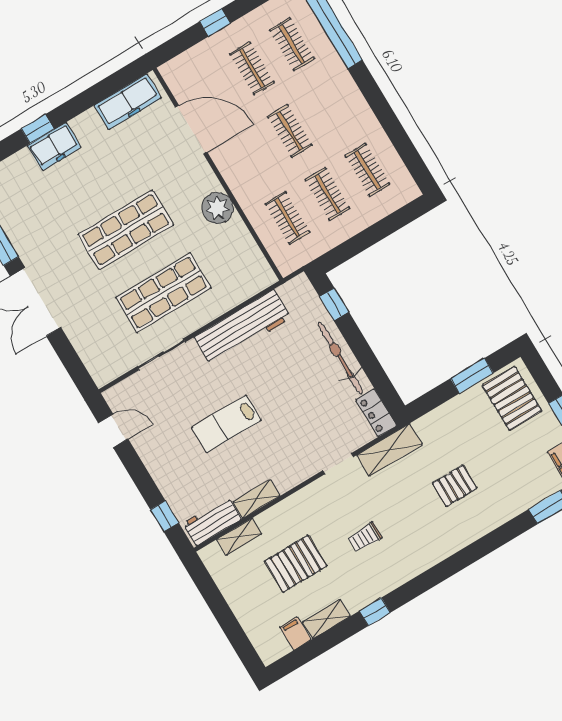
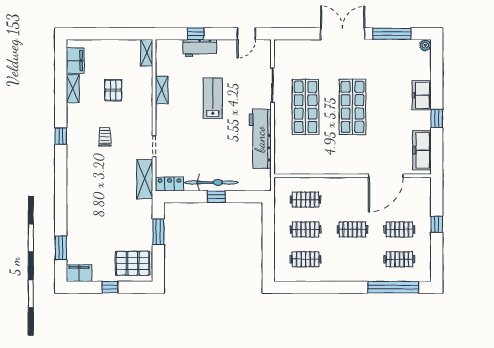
window: (38, 129) -> (437, 118), moved
plant: (217, 208) -> (334, 164), removed
window: (334, 304) -> (216, 197), moved
window: (472, 376) -> (158, 232), moved
pallet: (455, 486) -> (104, 203), removed
window: (164, 516) -> (196, 34), moved
workbench: (212, 521) -> (200, 48), moved, turned 90
shelving: (239, 537) -> (147, 53), moved
pallet: (296, 564) -> (113, 90), width x0.67, depth x0.71
window: (375, 612) -> (61, 136), moved
filing cabinet: (295, 633) -> (75, 60), width x2.00

